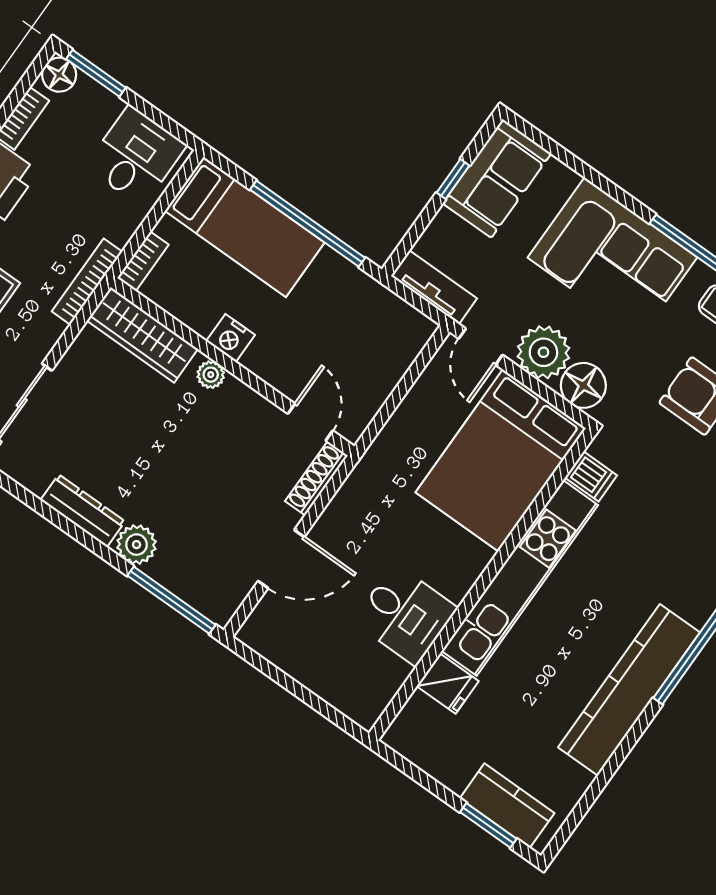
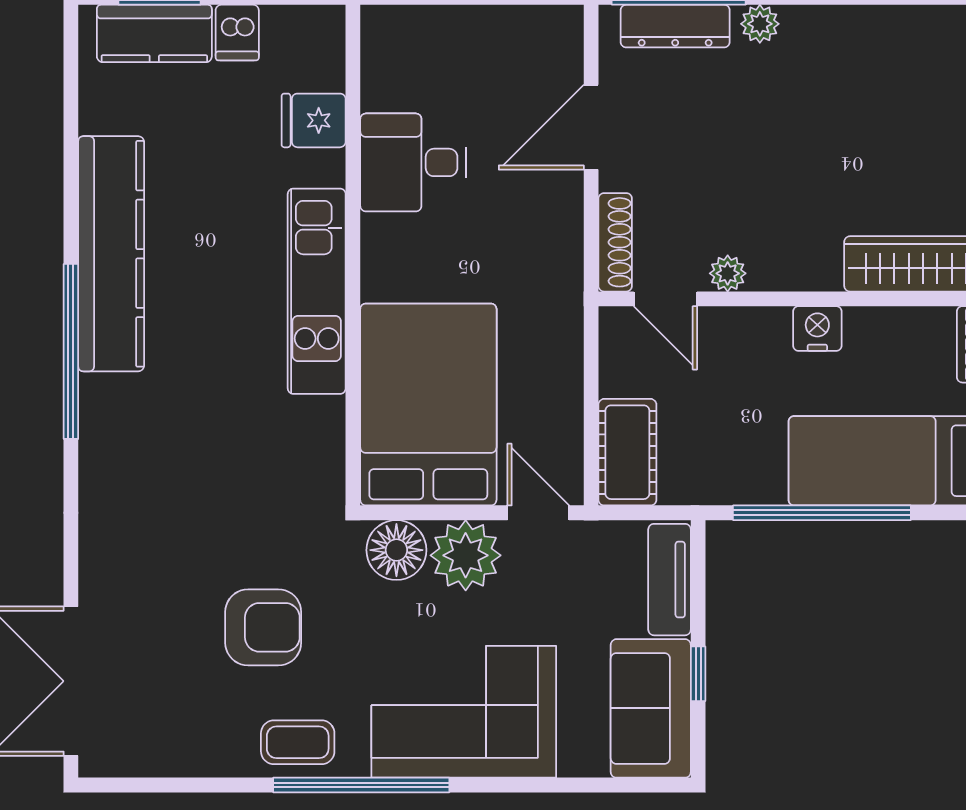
tv unit: (434, 287) -> (670, 580), moved, turned 90
cot: (400, 345) -> (627, 452), added
plant: (211, 375) -> (728, 273), moved
dishwasher: (591, 476) -> (237, 33), moved, turned -90
dresser: (83, 511) -> (675, 26), moved
plant: (137, 545) -> (760, 24), width x0.73, depth x0.73
kitchen unit: (520, 578) -> (317, 291), width x0.73

